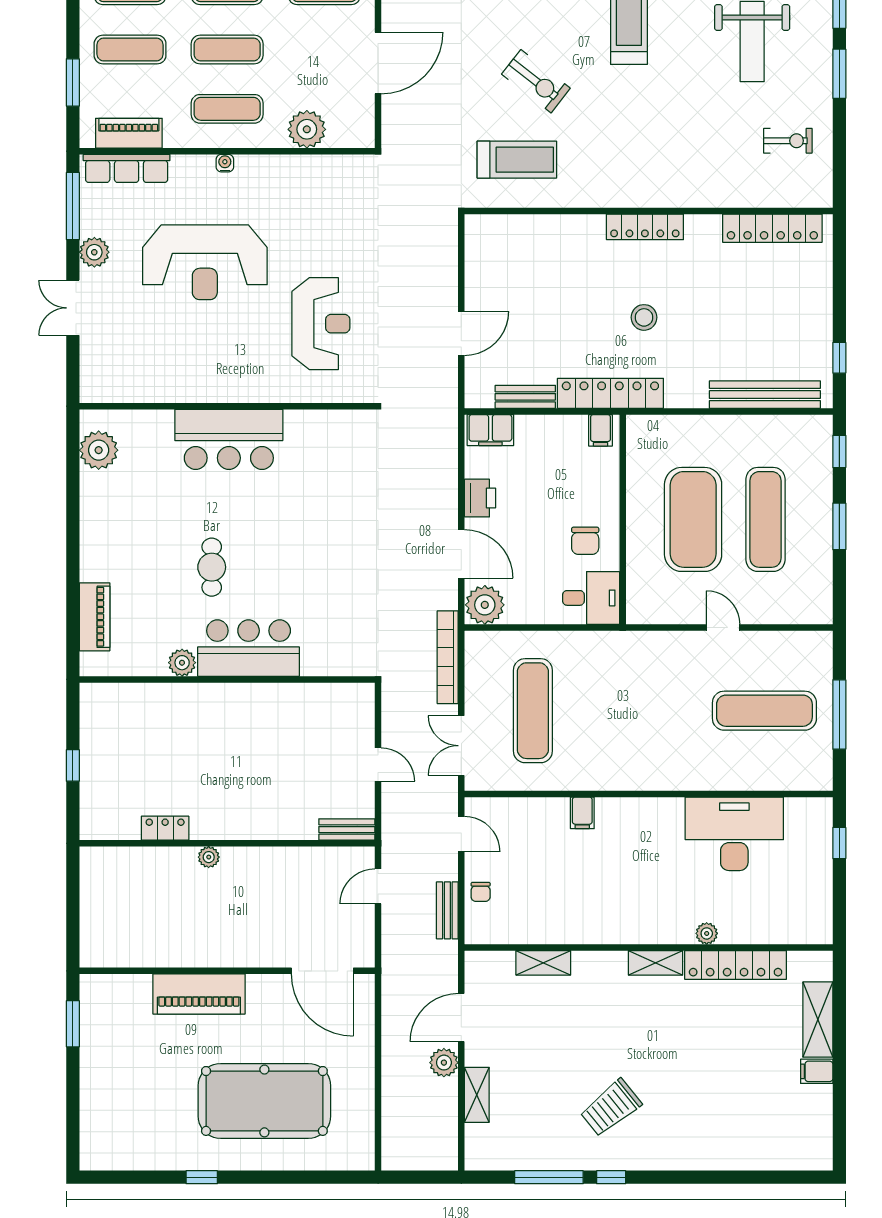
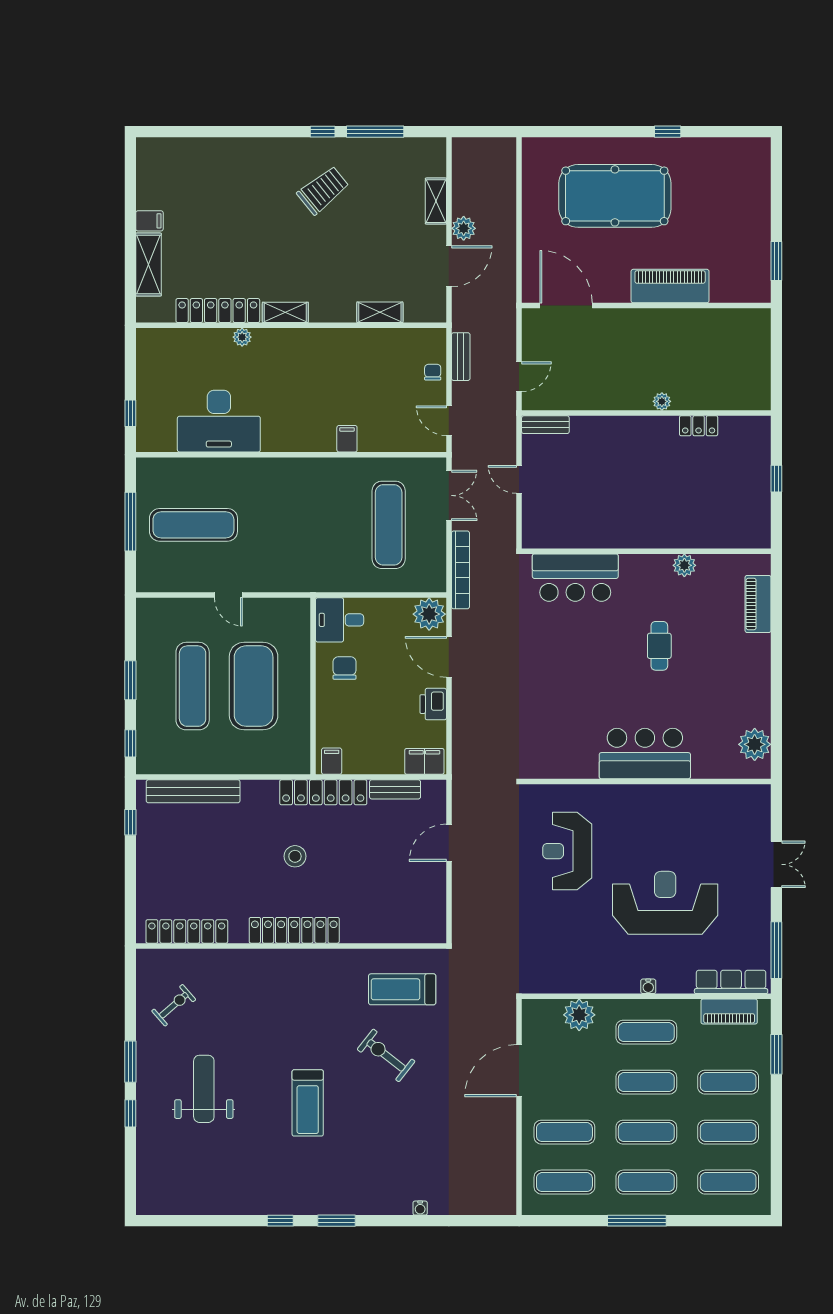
exercise bike: (788, 141) -> (174, 1005), turned 139
locker: (645, 227) -> (294, 930), width x1.41, depth x1.21
plant: (94, 252) -> (758, 911), removed
bar counter: (249, 648) -> (575, 578), moved

